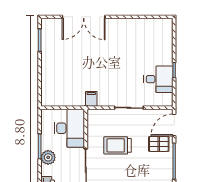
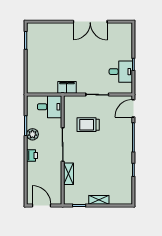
double door: (84, 17) -> (90, 22), moved
filing cabinet: (91, 99) -> (67, 87), width x2.00
desk: (69, 128) -> (50, 107), width x0.73
pallet: (159, 144) -> (121, 124), removed

